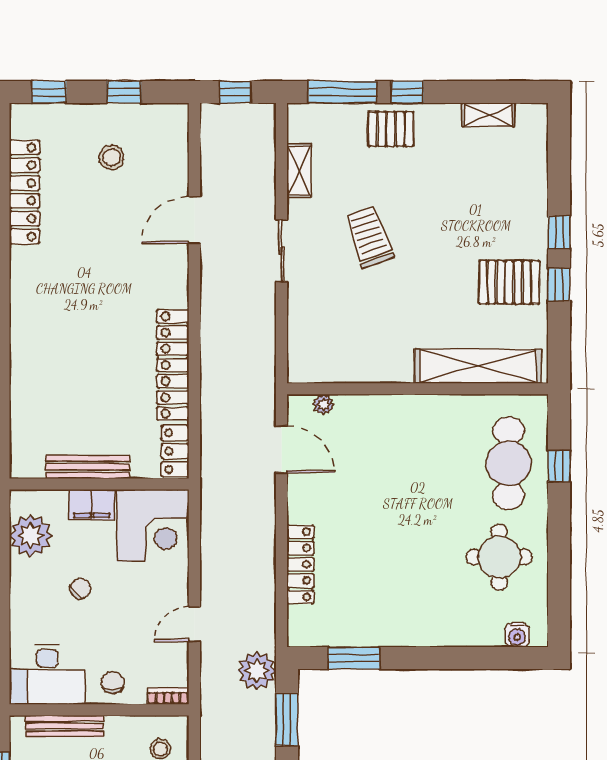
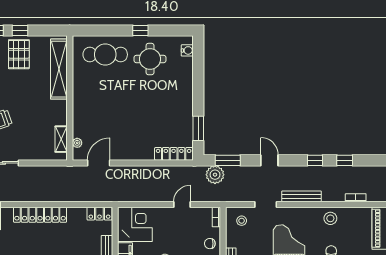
locker: (173, 365) -> (40, 215), moved
shelving: (331, 371) -> (61, 139), added
window: (559, 466) -> (140, 30), moved
locker: (300, 564) -> (174, 154), moved
door: (194, 624) -> (182, 204), swing flipped
plant: (257, 671) -> (215, 175), moved

